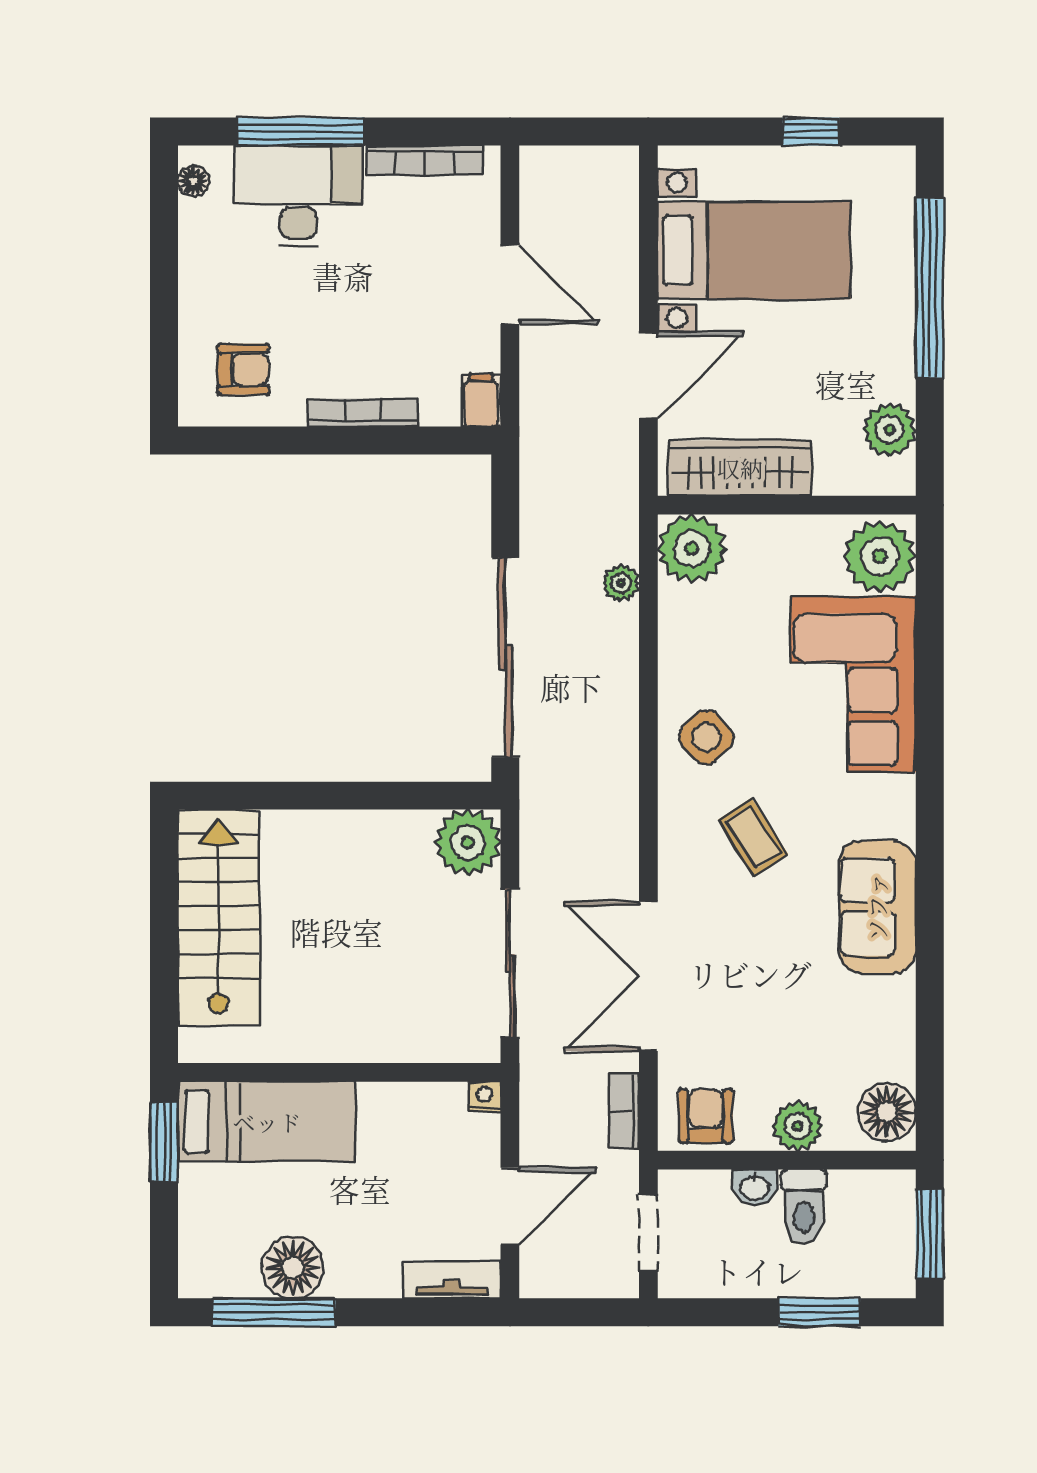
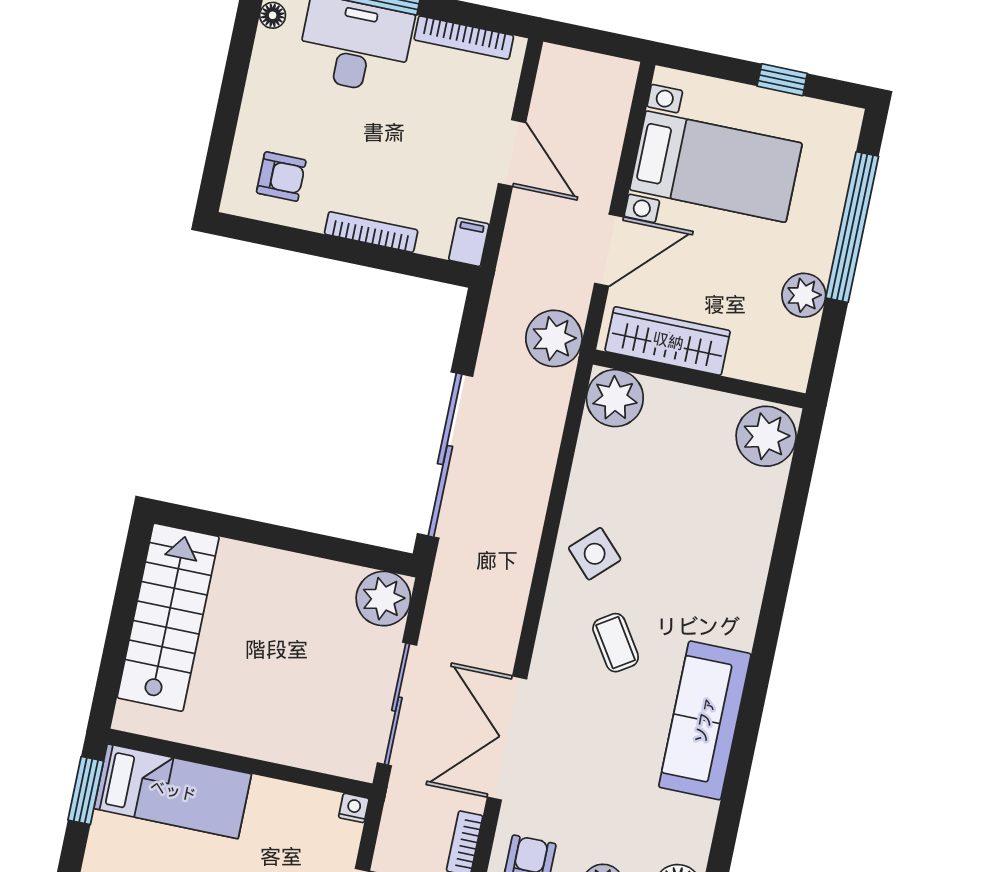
plant: (889, 430) -> (804, 295), moved
plant: (621, 583) -> (554, 338), moved, width x1.87, depth x1.87
corner sofa: (853, 684) -> (723, 535), removed
sofa: (877, 907) -> (705, 720), width x1.36

